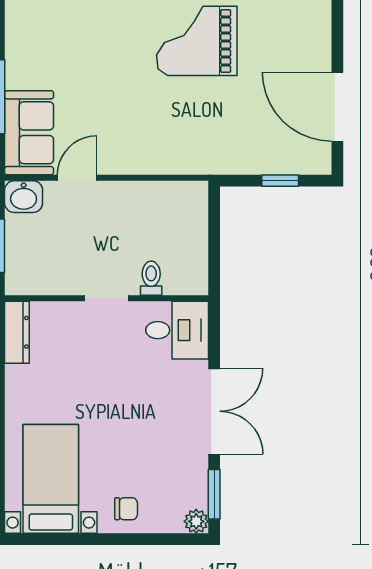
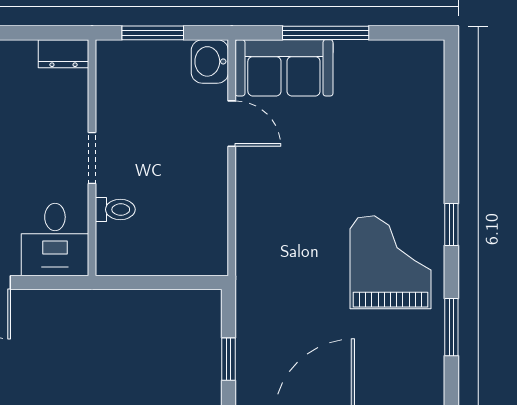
dresser: (17, 332) -> (64, 54), width x0.70

